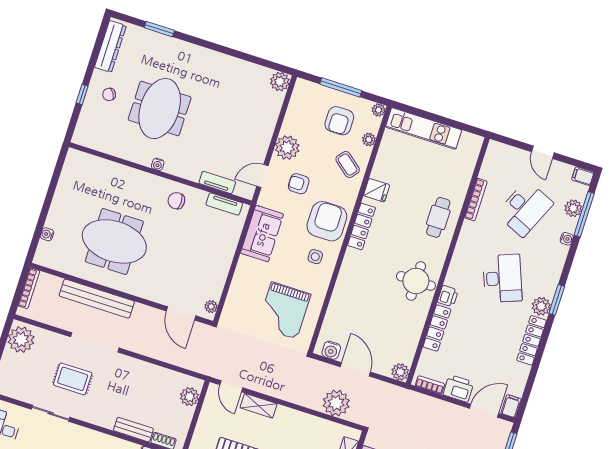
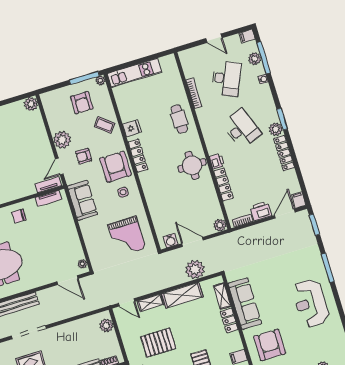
window: (341, 87) -> (84, 78), moved
plant: (369, 140) -> (107, 102), removed
tv unit: (217, 182) -> (48, 185), moved
shelving: (301, 423) -> (182, 295), added

